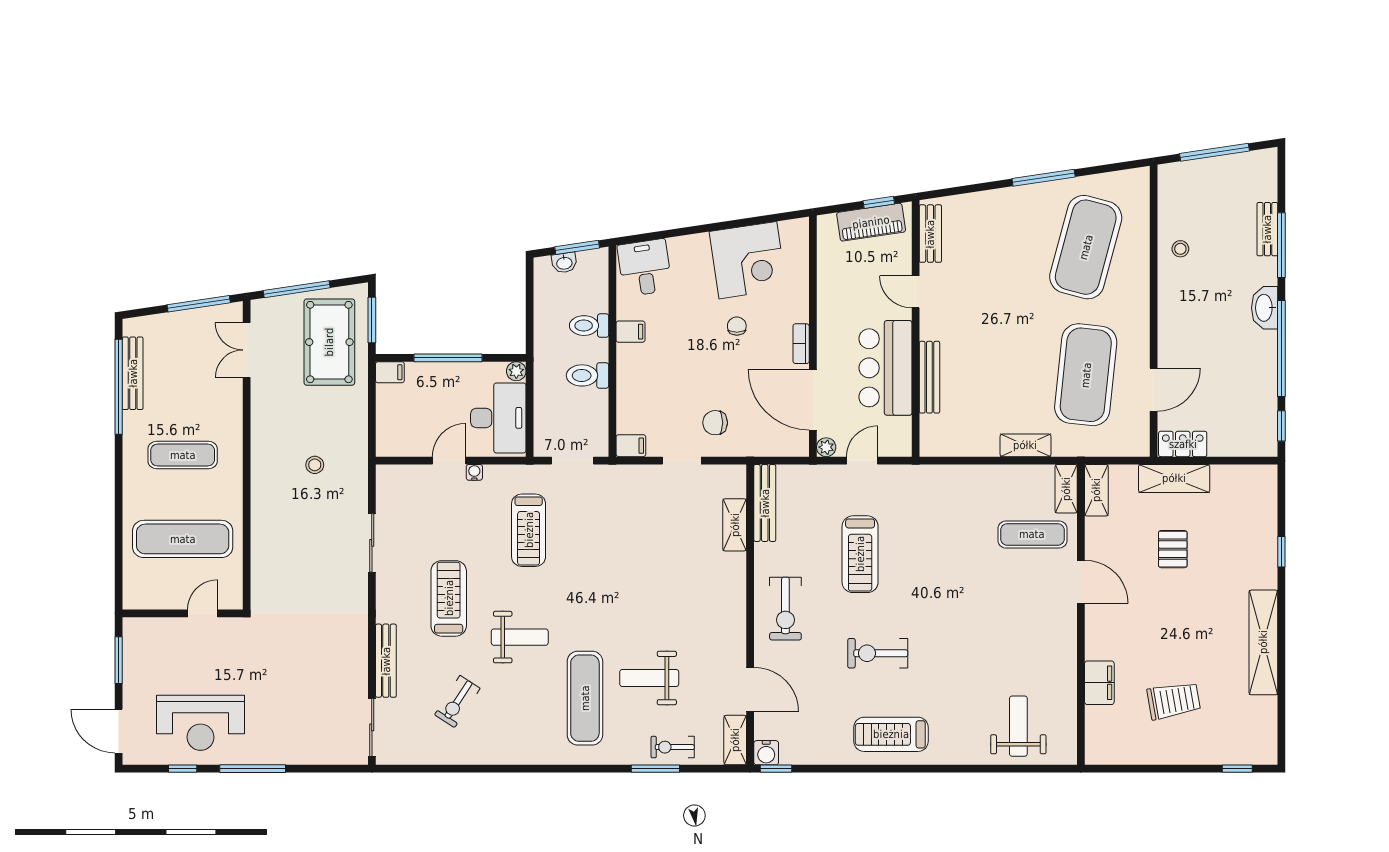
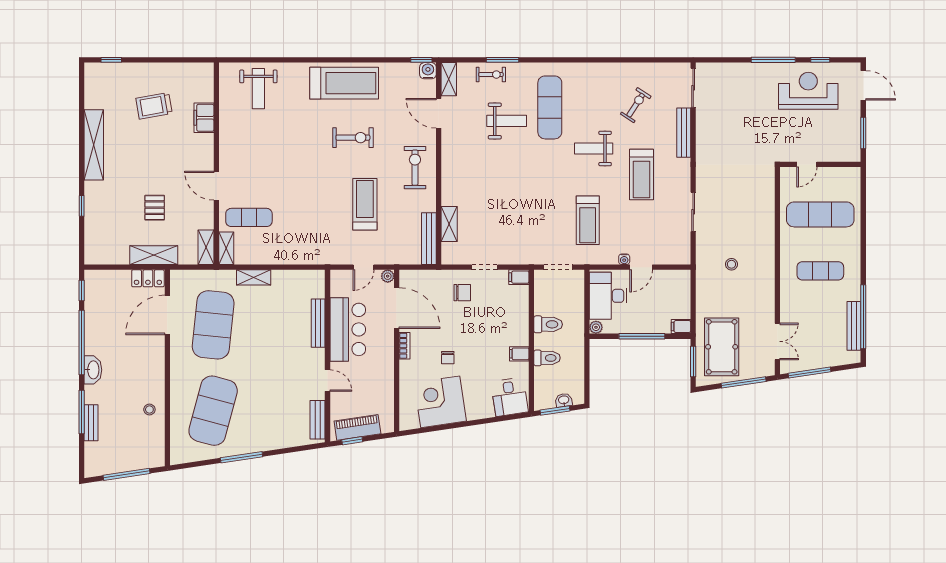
door: (1154, 390) -> (167, 315), width x1.36
treadmill: (529, 530) -> (588, 220), turned 180
treadmill: (891, 734) -> (344, 83), width x1.37, depth x1.38

